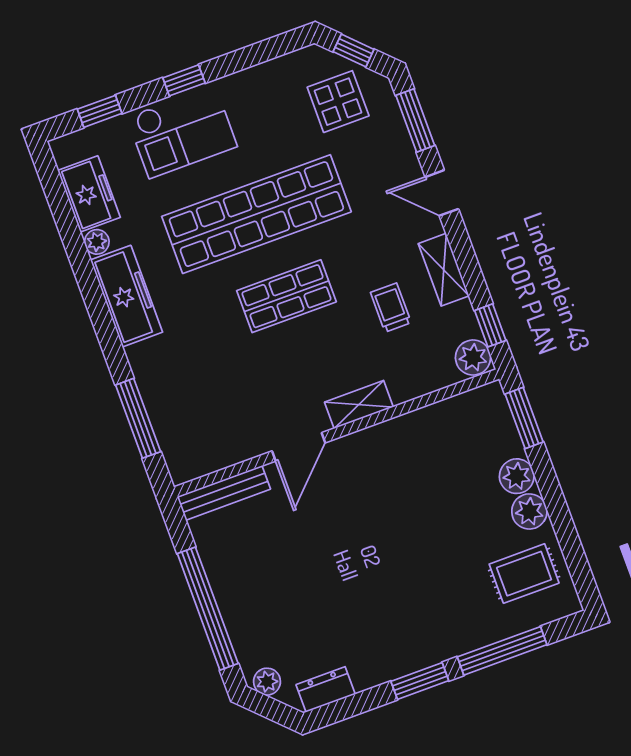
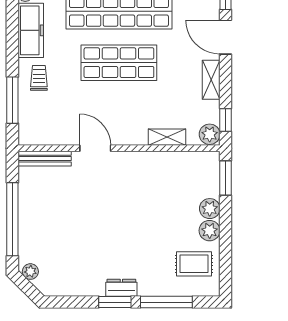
door: (442, 193) -> (226, 37), width x1.38
shop shelf: (286, 296) -> (119, 63), width x1.43, depth x1.36
trolley: (391, 308) -> (39, 78), moved
shelving: (359, 405) -> (167, 137), moved
door: (299, 447) -> (95, 148), swing flipped
dresser: (326, 689) -> (121, 288), moved

